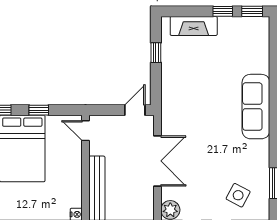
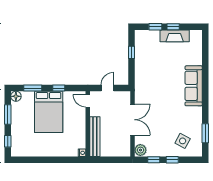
window: (252, 11) -> (155, 27), moved
fireplace: (194, 26) -> (175, 36), moved
door: (135, 110) -> (107, 88), moved

